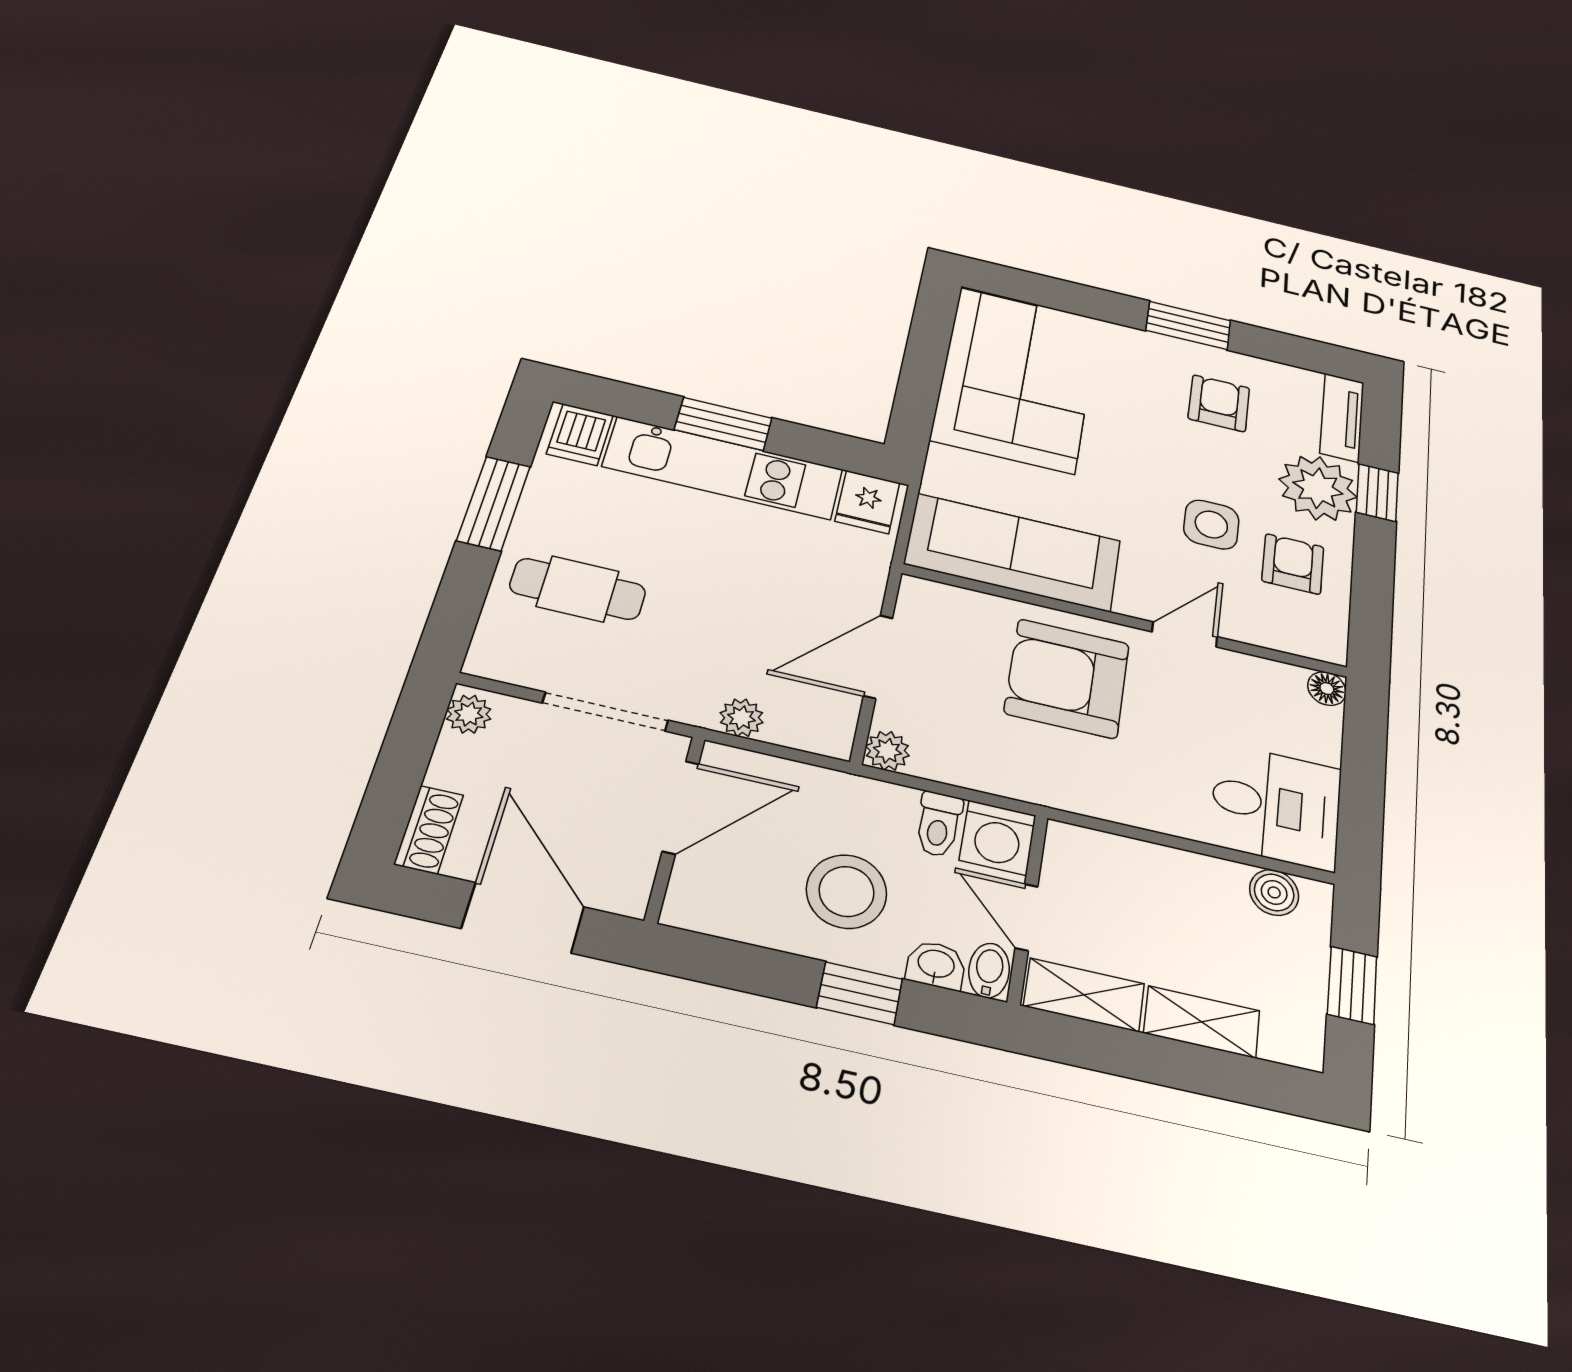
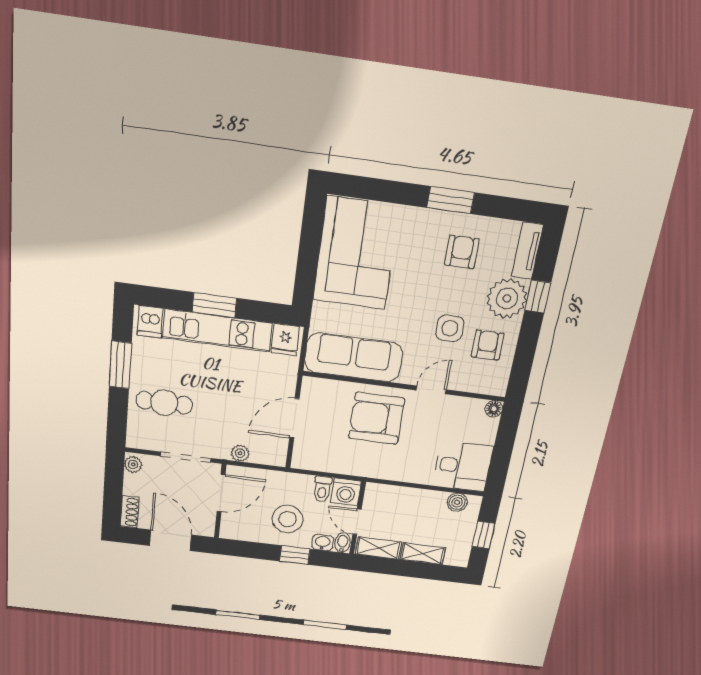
plant: (887, 751) -> (300, 461), removed

